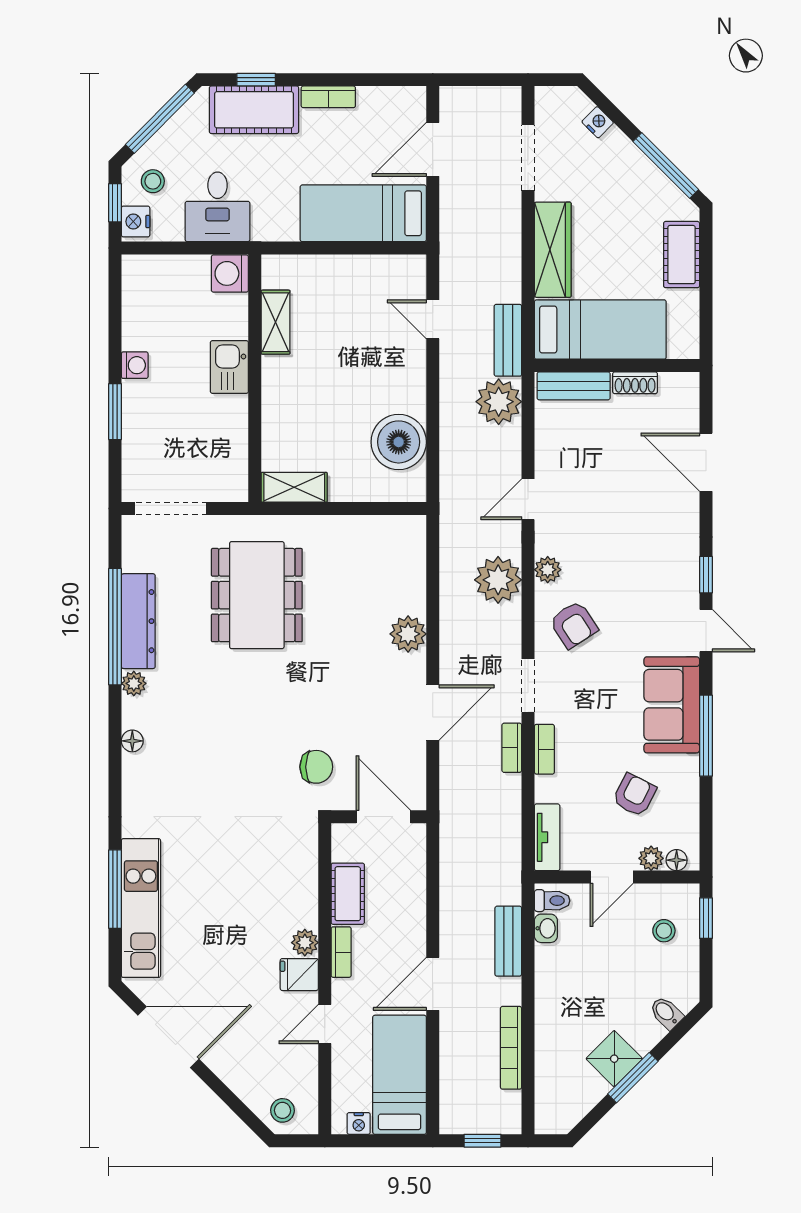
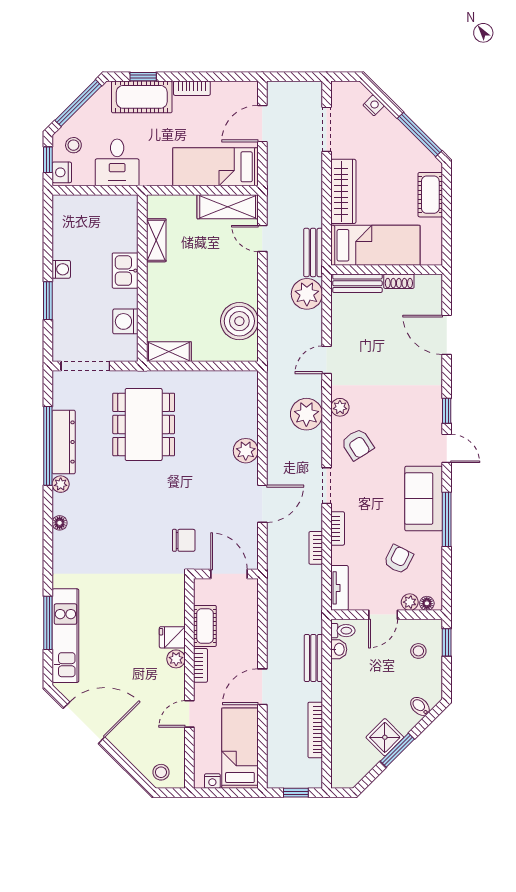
shelving: (381, 272) -> (228, 207), added
washing machine: (230, 273) -> (125, 321), moved
bookcase: (512, 748) -> (316, 548), moved
fridge: (299, 975) -> (172, 637), moved

